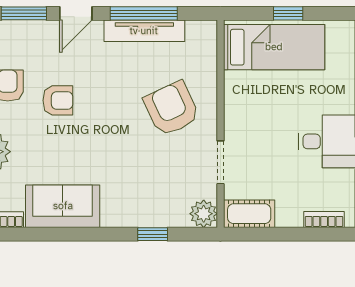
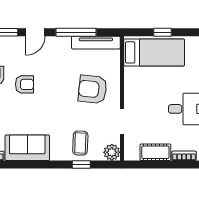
tv unit: (144, 31) -> (96, 43), moved
armchair: (172, 109) -> (93, 89), turned -59
coffee table: (151, 198) -> (80, 143), added
cot: (249, 214) -> (155, 152), moved

